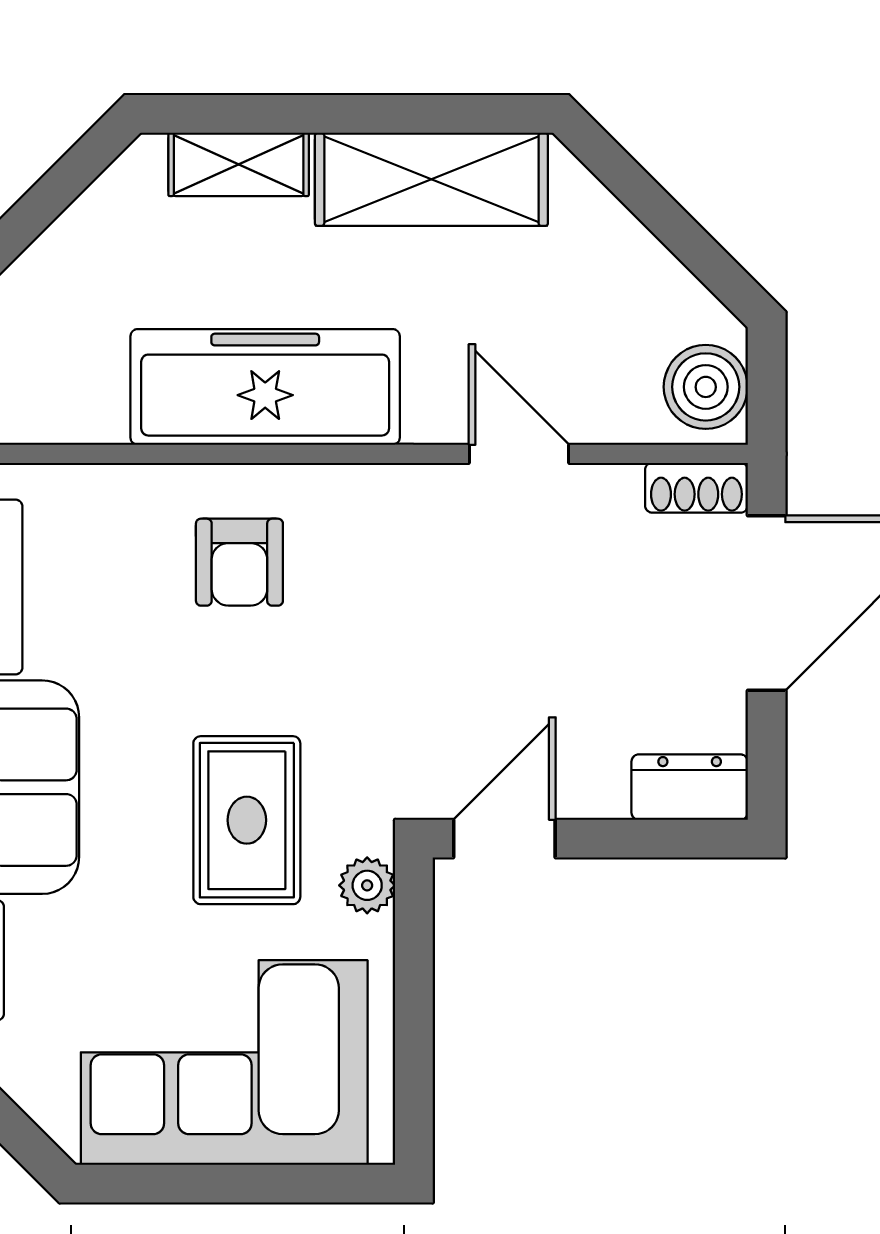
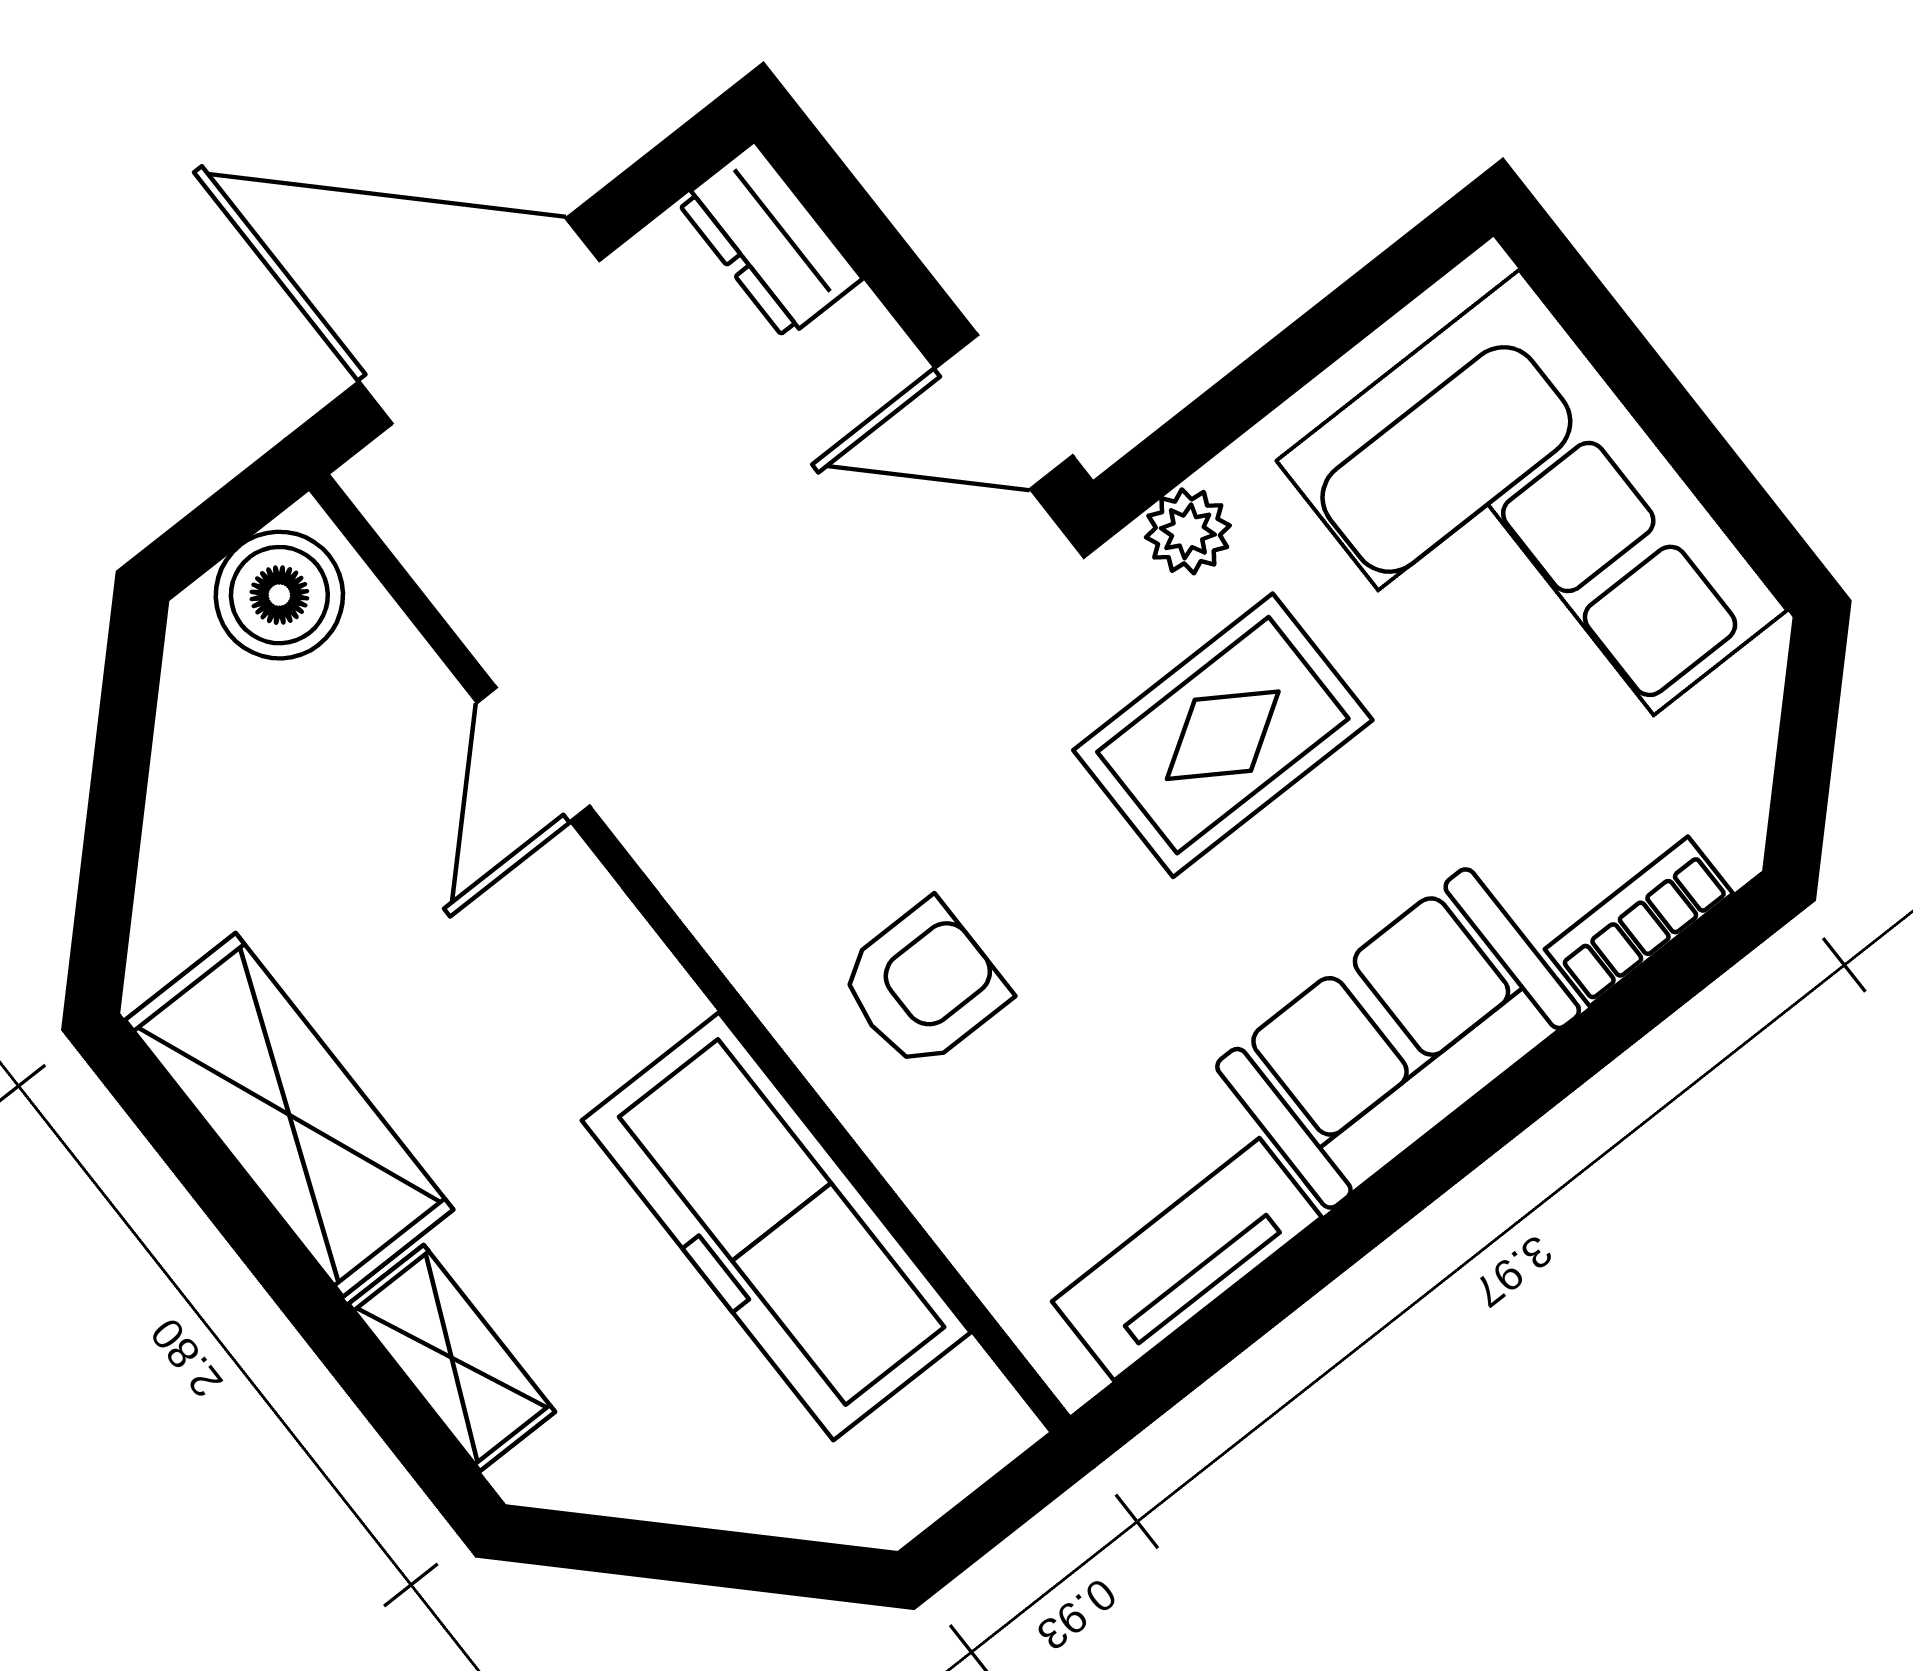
freezer: (265, 387) -> (776, 1226), moved
shoe rack: (696, 488) -> (408, 512), removed

